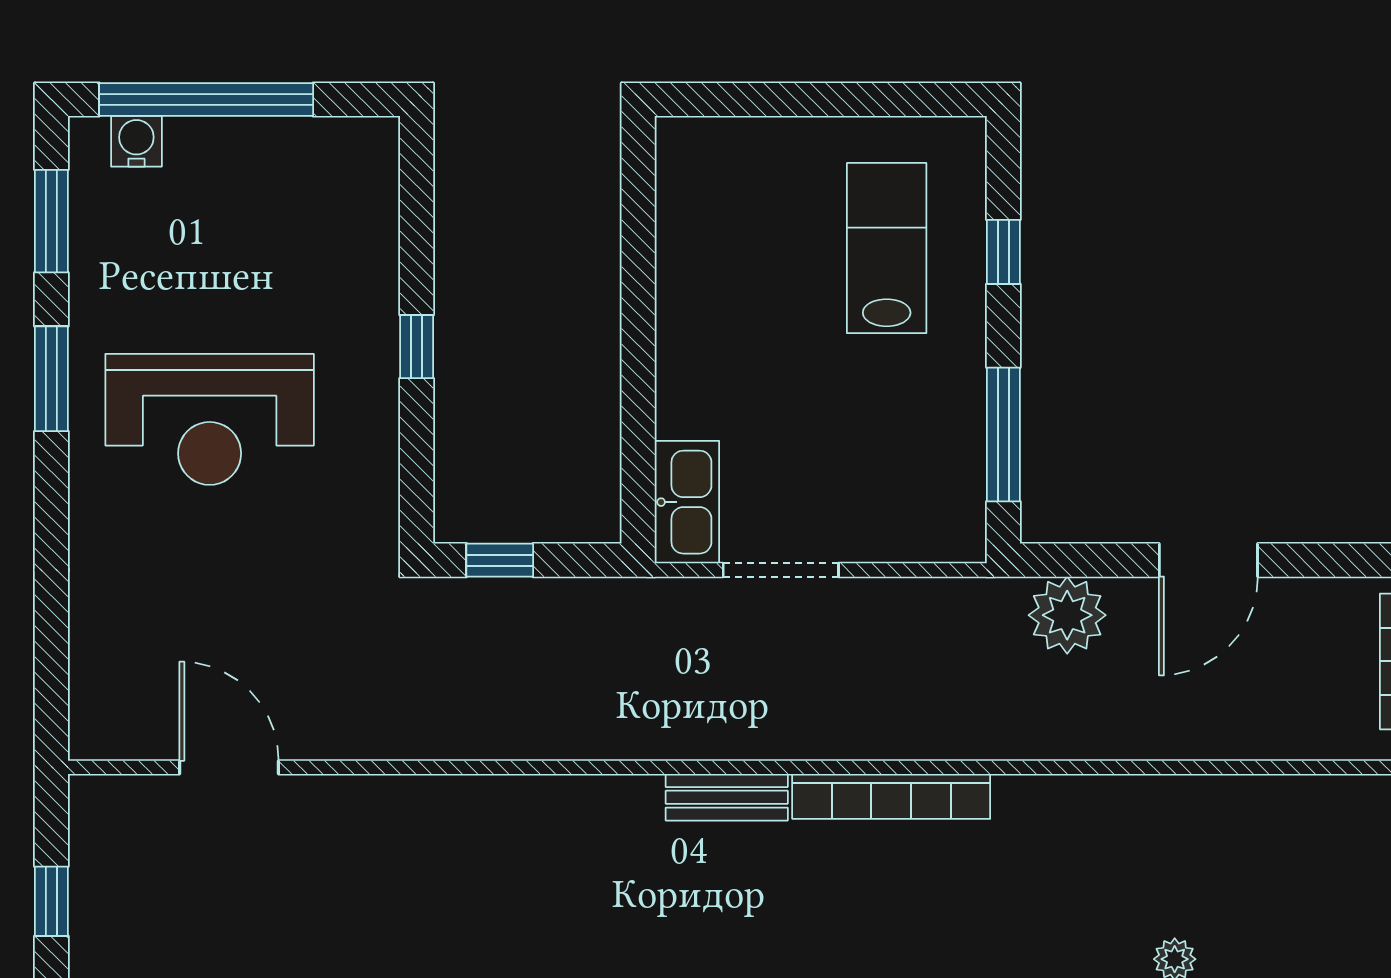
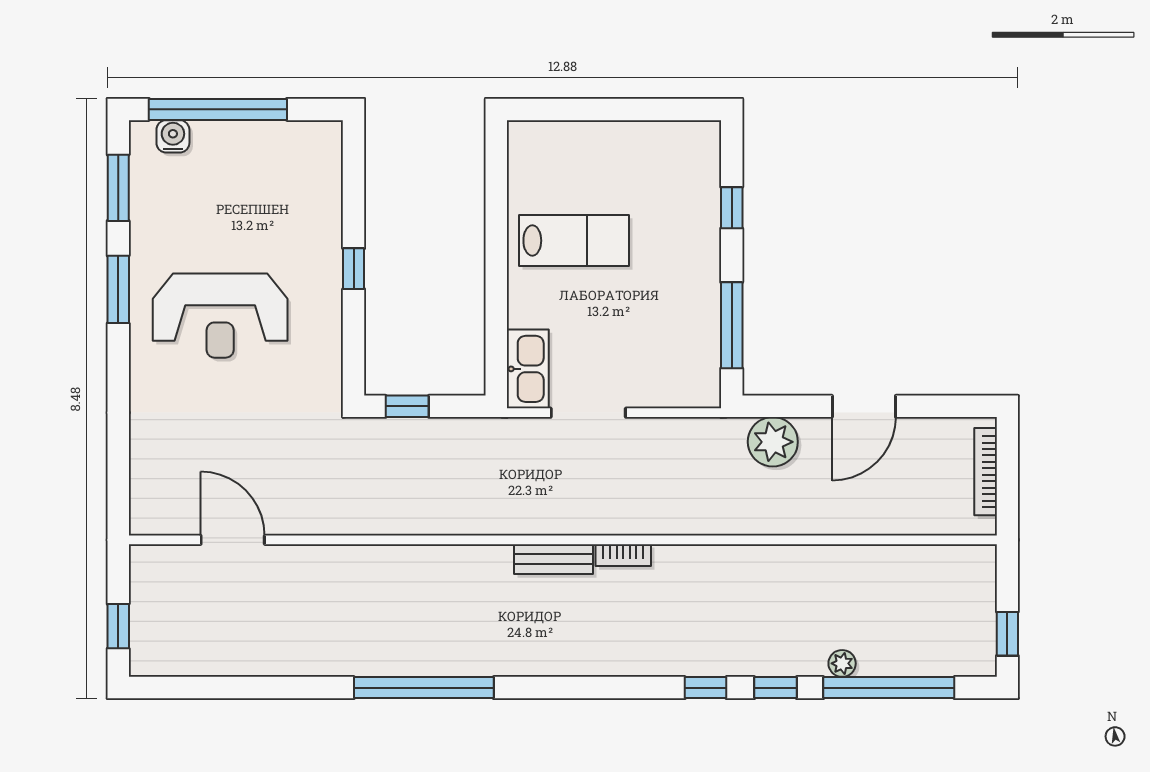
lab bench: (887, 248) -> (574, 241), moved, turned 90
bookcase: (891, 796) -> (623, 555), width x0.43, depth x0.76

